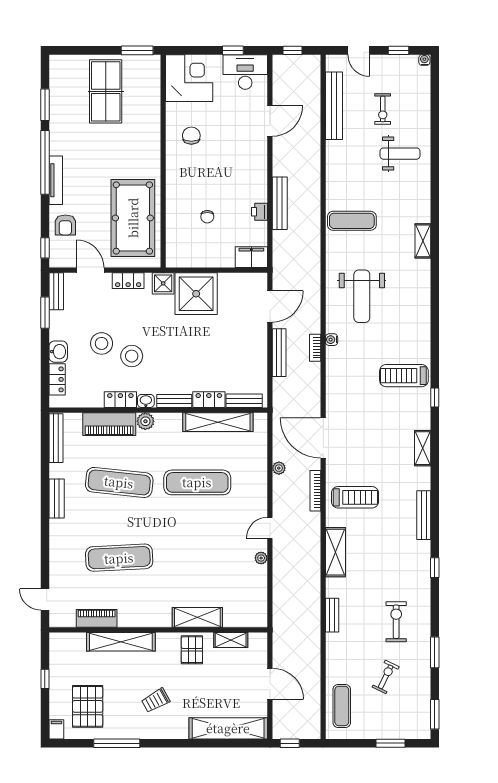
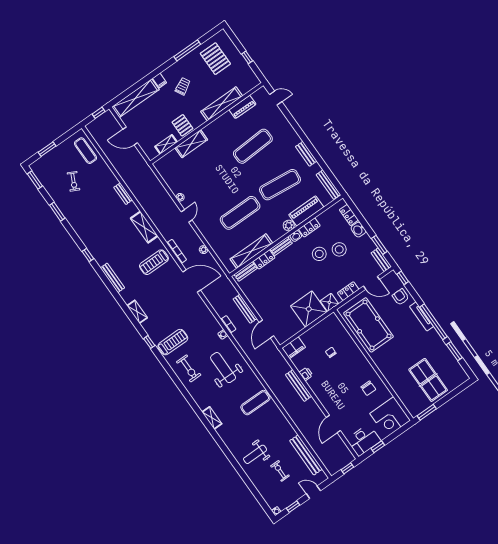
exercise bike: (396, 622) -> (189, 368), moved
filing cabinet: (56, 729) -> (160, 80), moved

